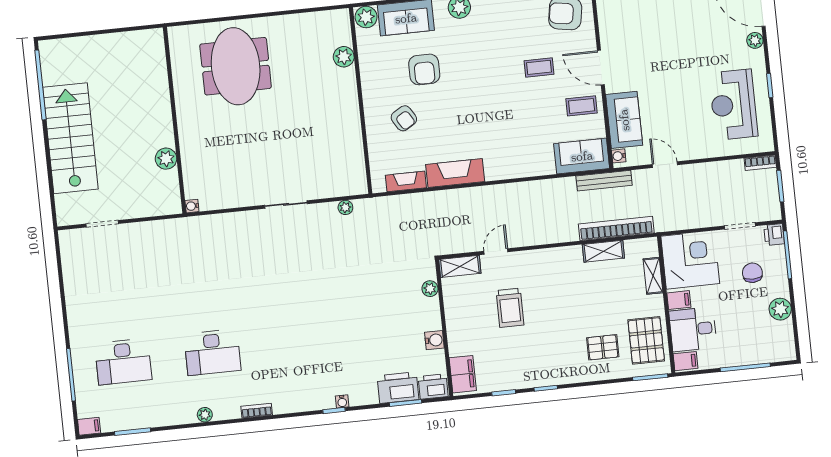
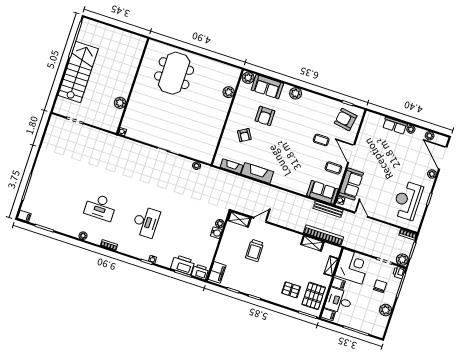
plant: (770, 210) -> (402, 260), added
water cooler: (434, 340) -> (216, 233), moved
desk: (123, 362) -> (146, 222), moved, turned -90

